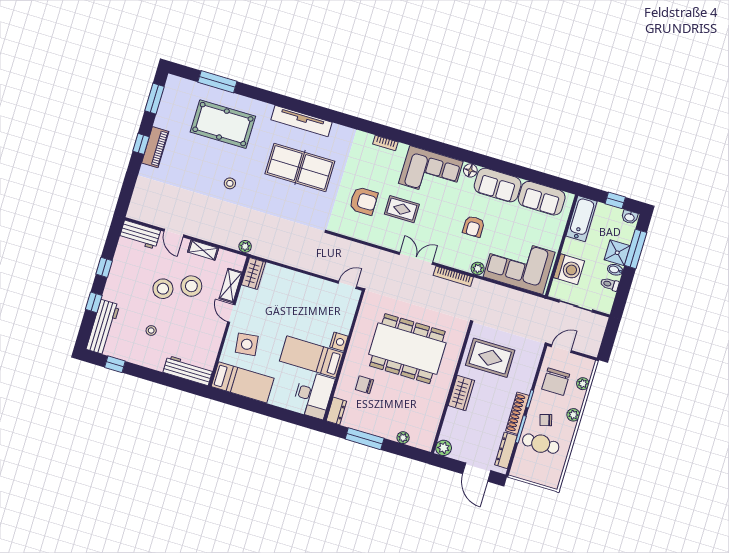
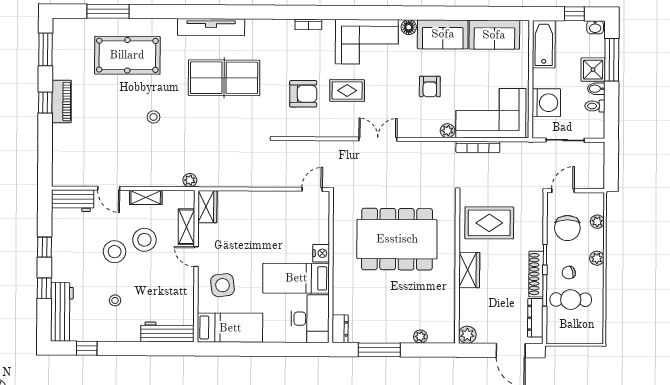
bookcase: (453, 276) -> (478, 147), moved
chair: (364, 385) -> (362, 292), removed

